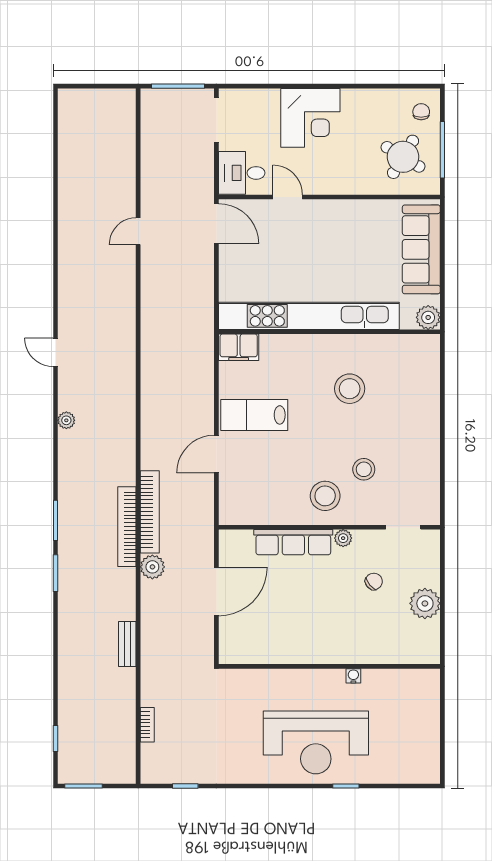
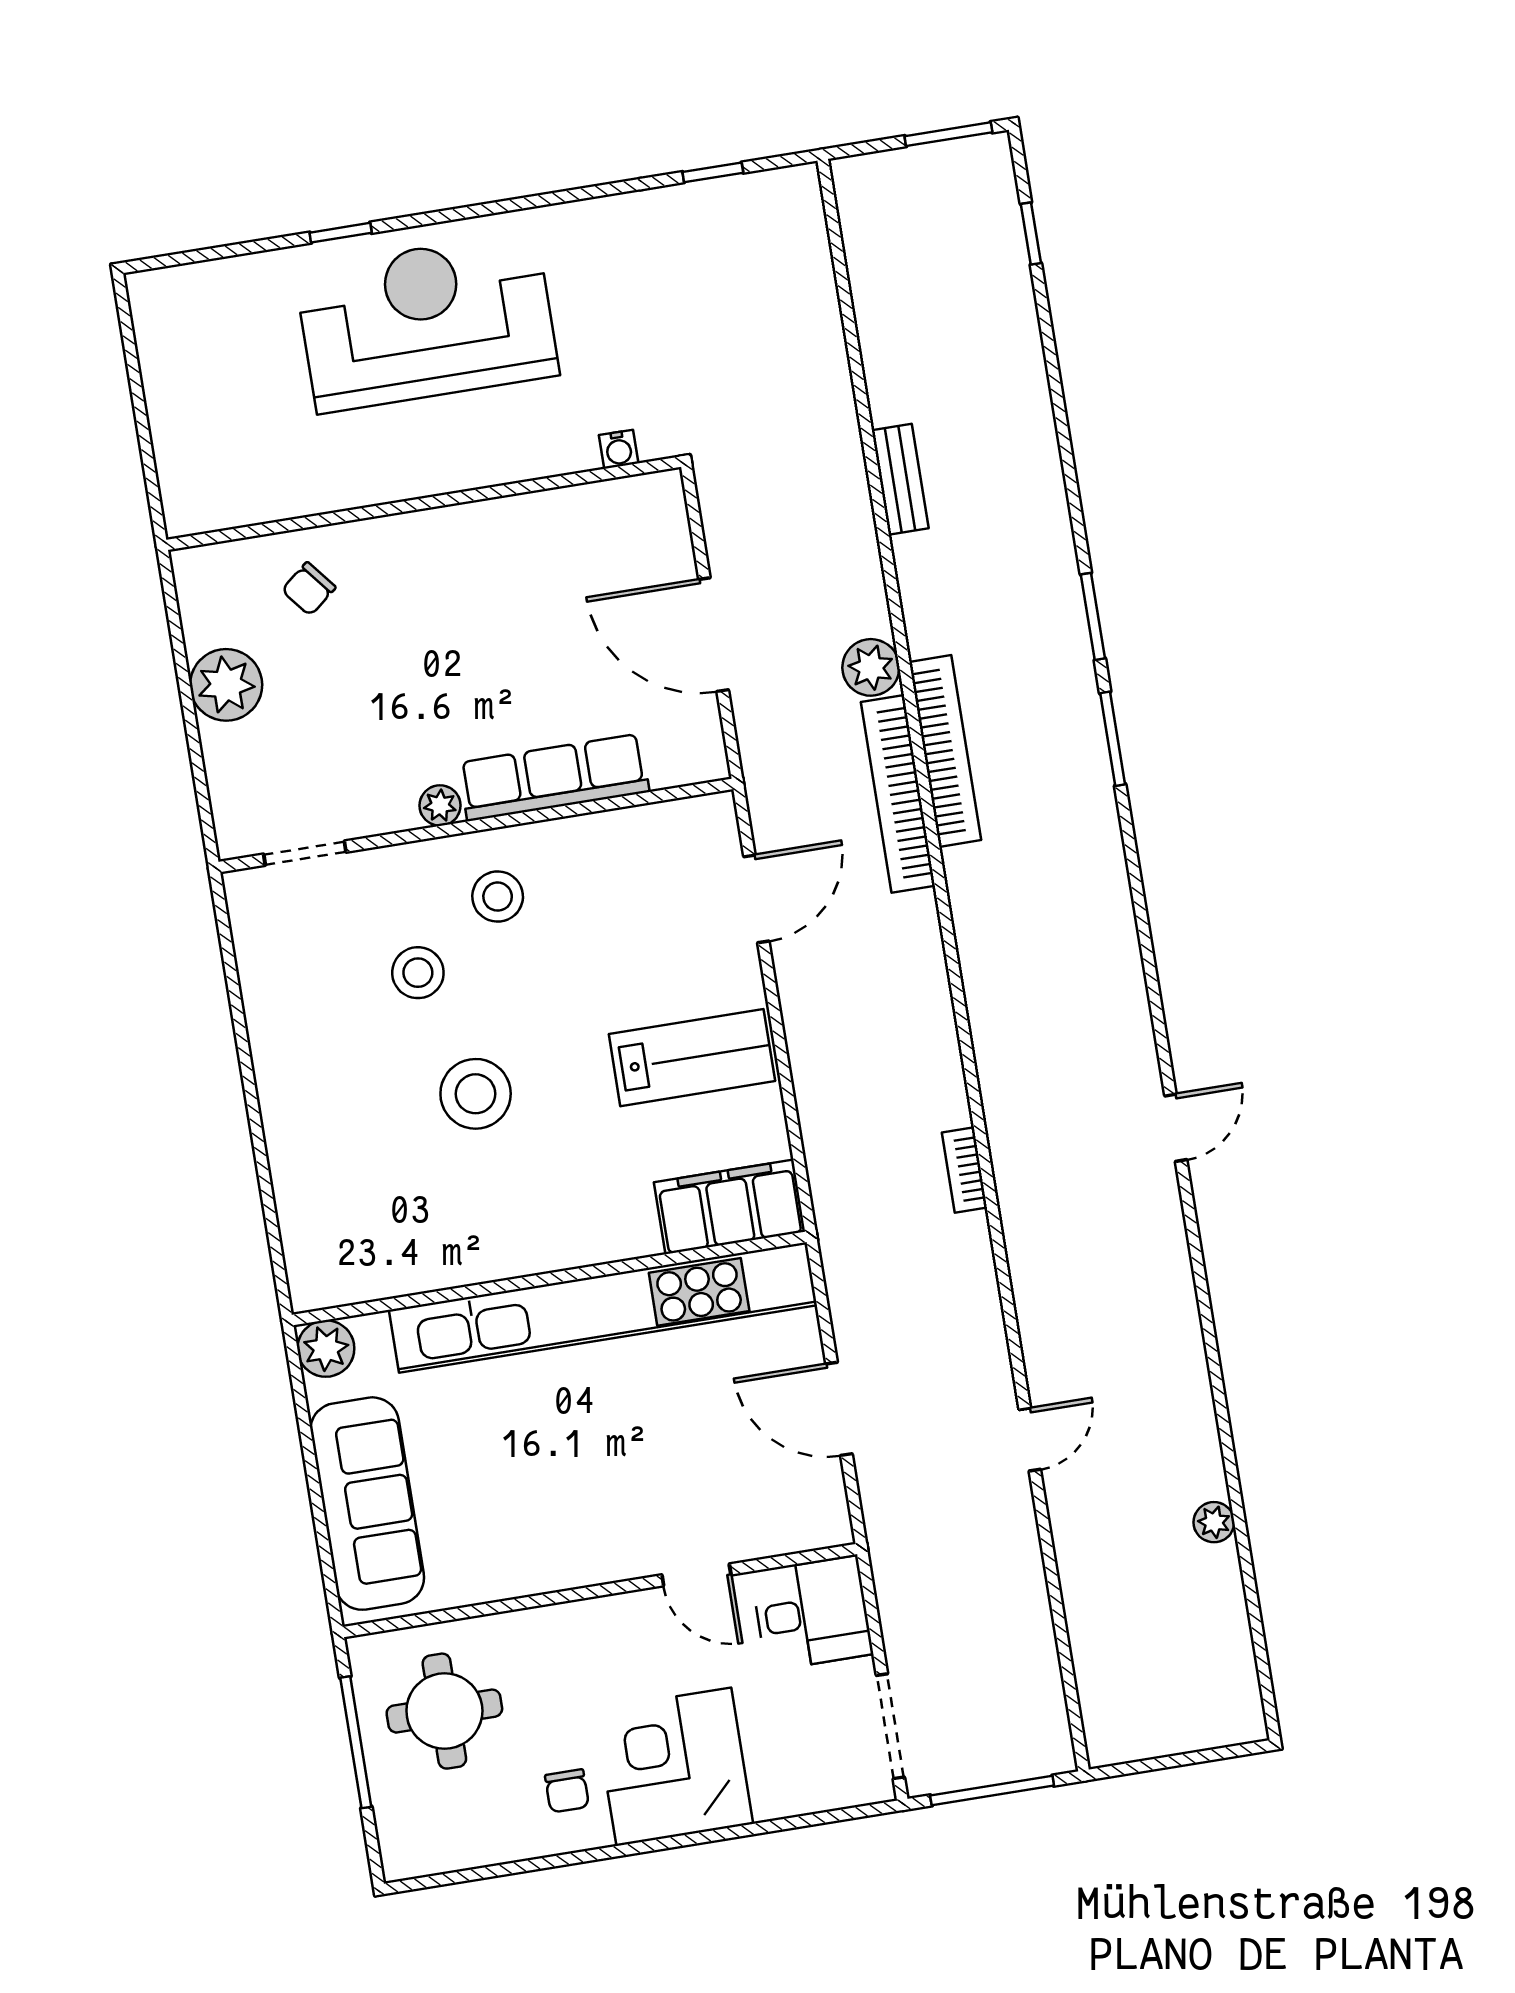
chair: (421, 112) -> (567, 1791), moved
round table: (403, 157) -> (444, 1711), turned -31
door: (216, 224) -> (839, 1409), moved
filing cabinet: (239, 347) -> (730, 1207), width x1.50, depth x1.17
door: (56, 352) -> (1176, 1128), hinge flipped
stool: (350, 389) -> (476, 1094), moved
plant: (66, 420) -> (1214, 1522), moved
door: (216, 454) -> (756, 899), moved
stool: (325, 496) -> (498, 897), width x0.73, depth x0.73
chair: (374, 581) -> (309, 589), moved
door: (216, 591) -> (714, 635), hinge flipped
water cooler: (353, 676) -> (619, 449), moved
bookcase: (147, 725) -> (965, 1170), moved

